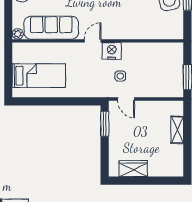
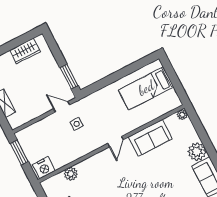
sofa: (51, 28) -> (150, 138), width x0.73
plant: (150, 32) -> (71, 174), added
nightstand: (112, 51) -> (44, 168), moved

